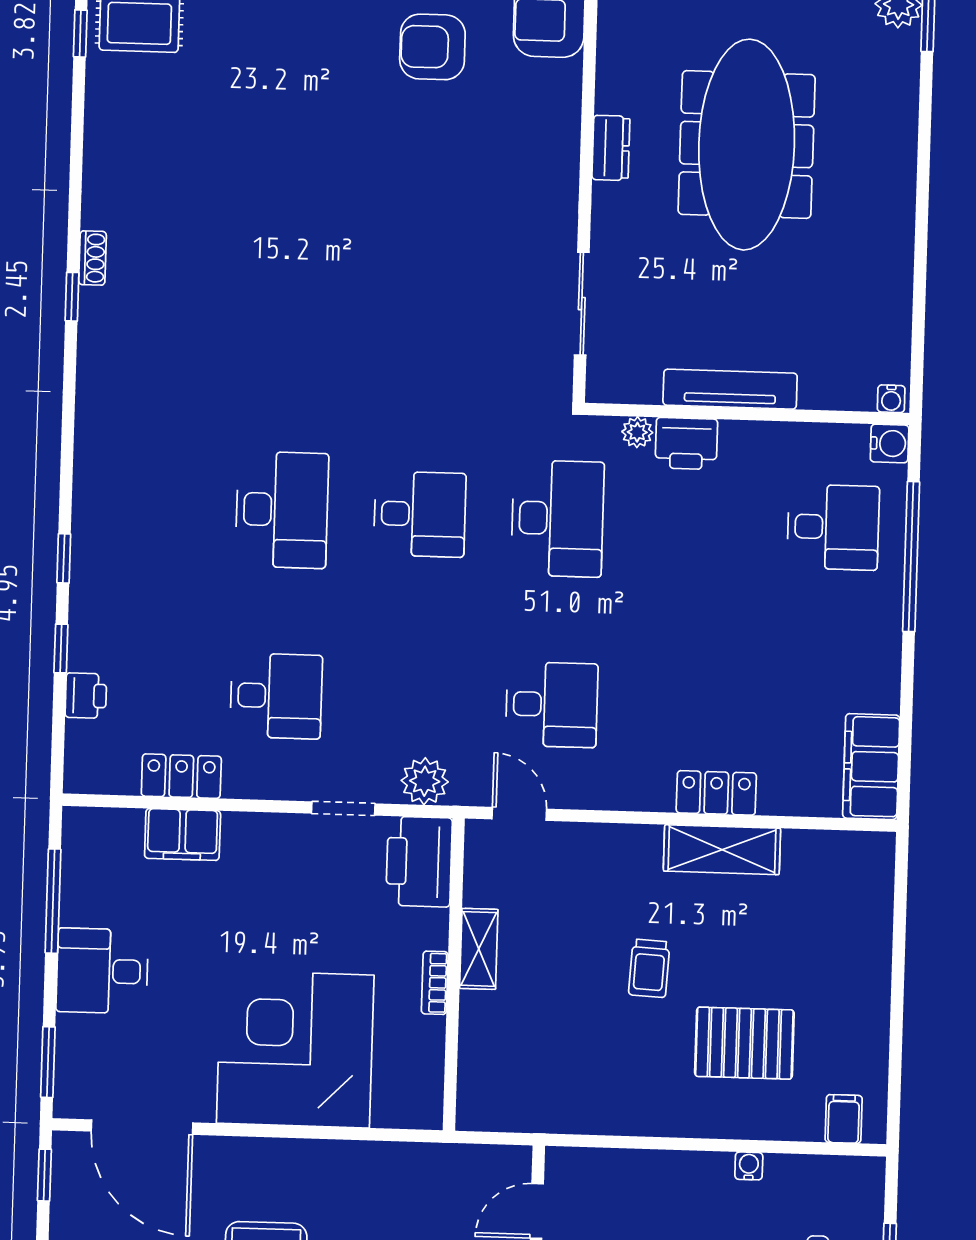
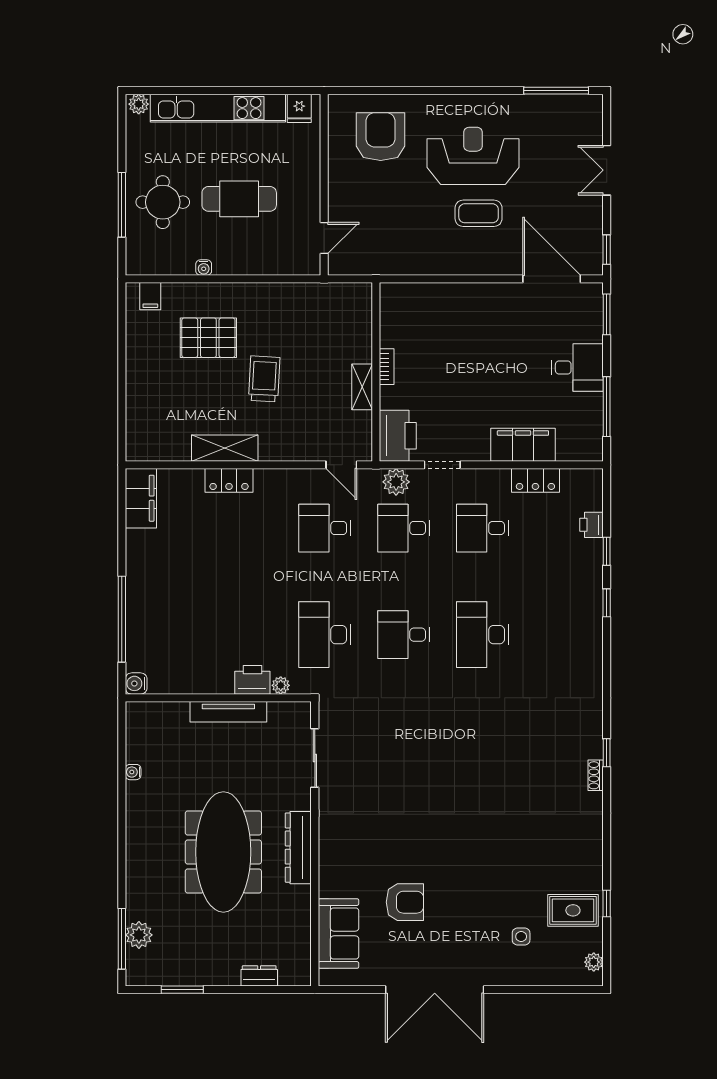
dresser: (611, 148) -> (298, 848), width x1.96, depth x1.24
water cooler: (891, 399) -> (133, 772), moved, turned -90
desk: (833, 527) -> (404, 528), moved
filing cabinet: (183, 834) -> (523, 445), width x1.50, depth x1.17
trolley: (649, 968) -> (264, 379), width x1.36, depth x1.39
corner desk: (295, 1049) -> (465, 326), removed

